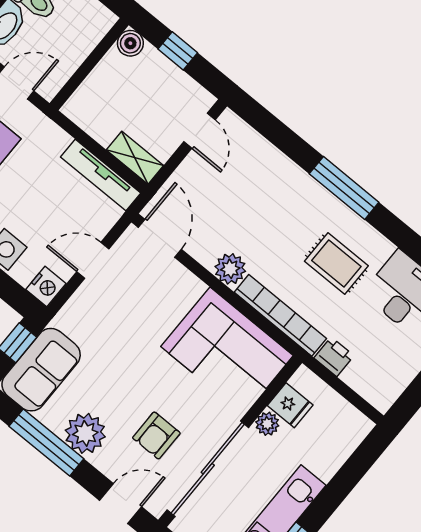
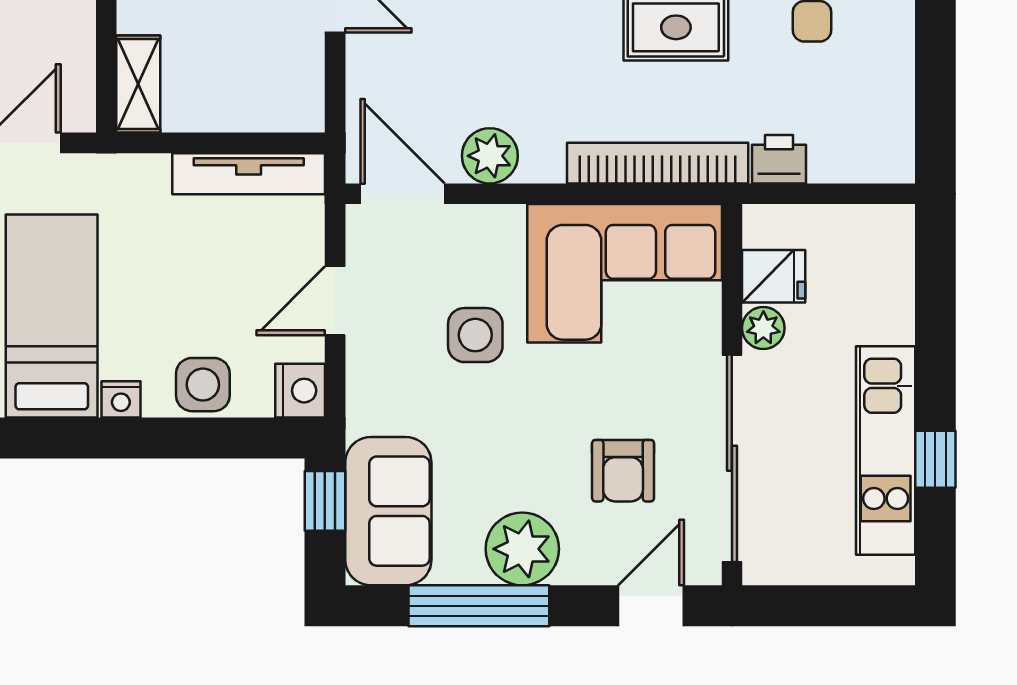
shelving: (135, 158) -> (138, 84), moved, turned 90
plant: (230, 269) -> (490, 156), moved
side table: (141, 325) -> (475, 335), added

